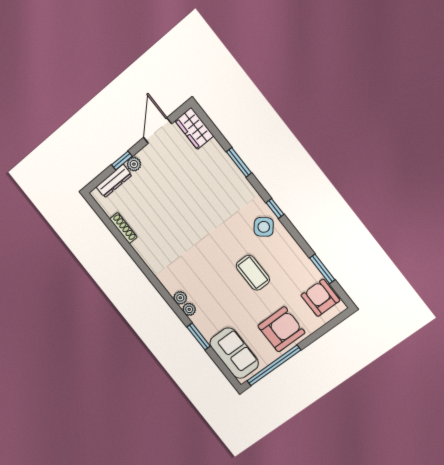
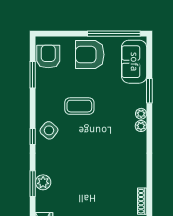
plant: (230, 172) -> (43, 182), added
coffee table: (253, 273) -> (79, 106), turned 90
armchair: (320, 298) -> (48, 57), turned 180

